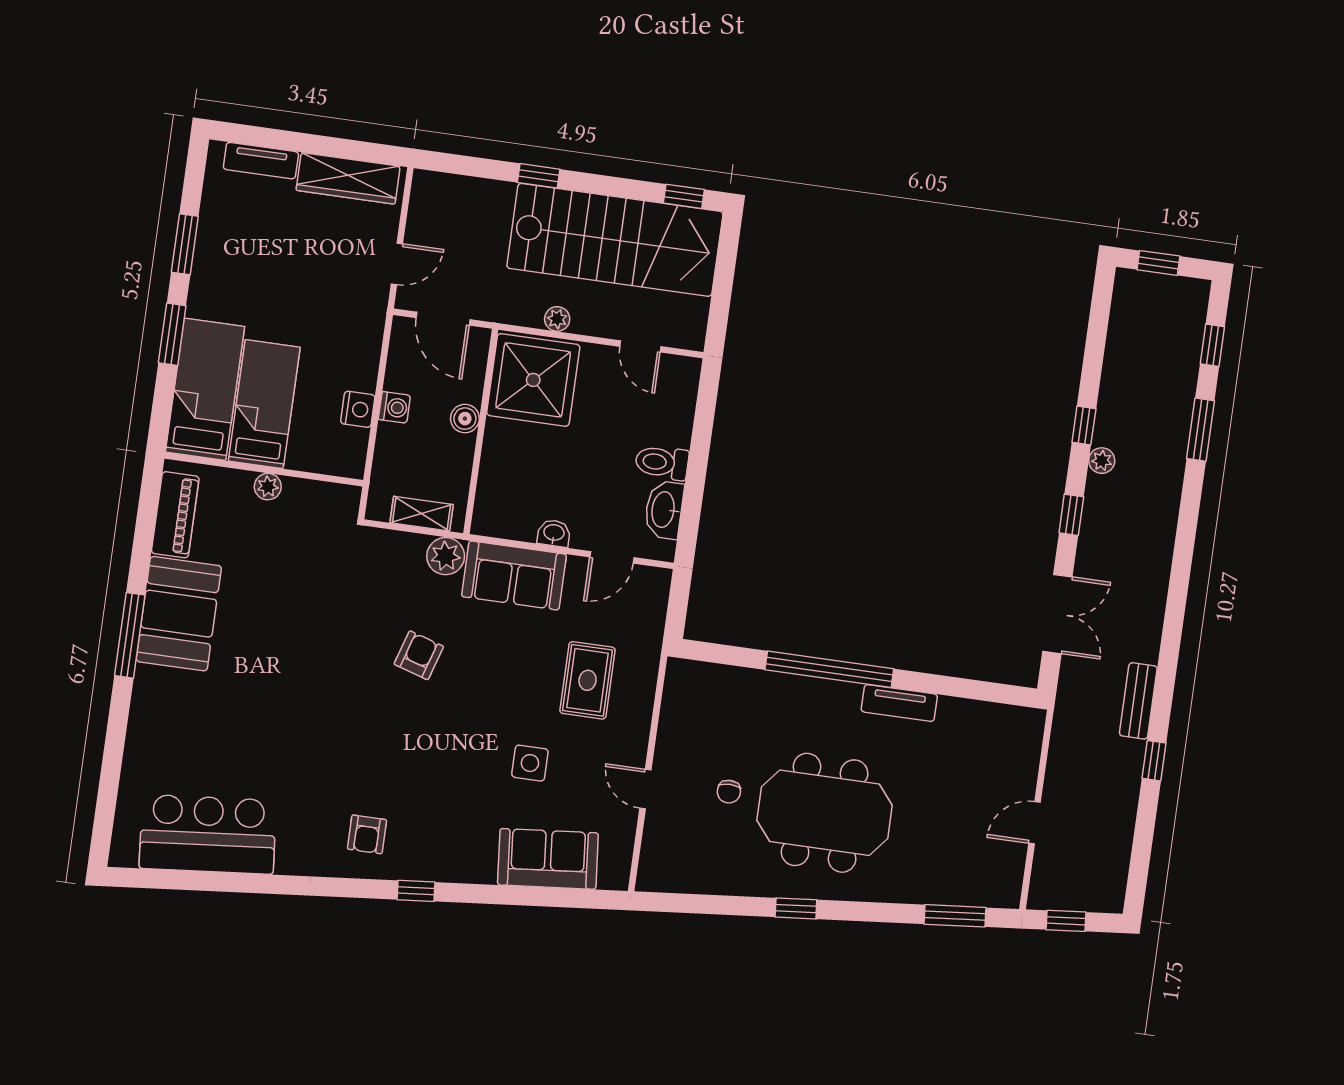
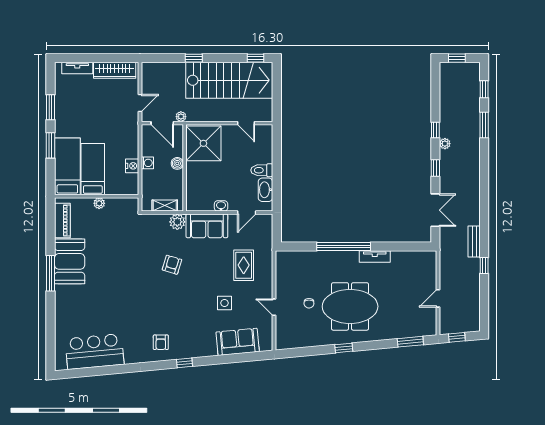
plant: (557, 319) -> (181, 117), moved

